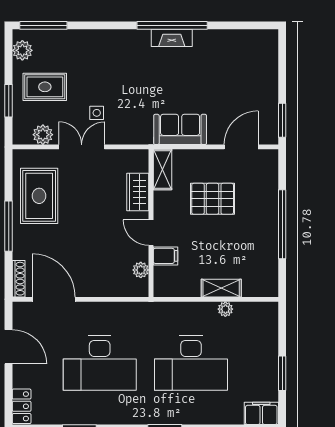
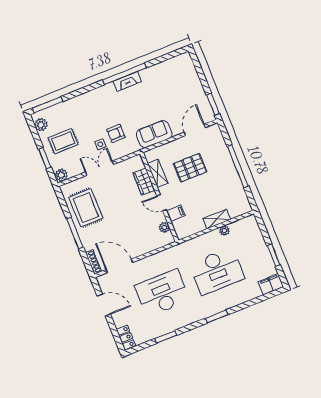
armchair: (125, 106) -> (116, 133), added
plant: (43, 135) -> (61, 175), moved
shelving: (162, 170) -> (158, 173), moved
desk: (100, 363) -> (162, 293), turned 180

